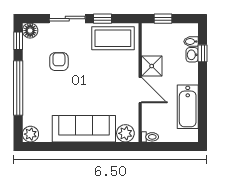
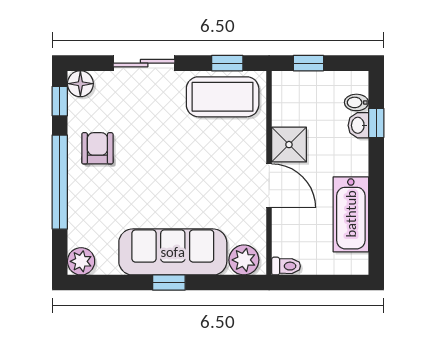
window: (103, 19) -> (227, 63), moved
armchair: (59, 62) -> (97, 148), moved
window: (82, 146) -> (169, 283), added

